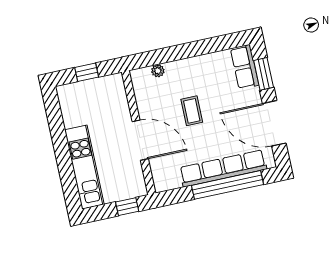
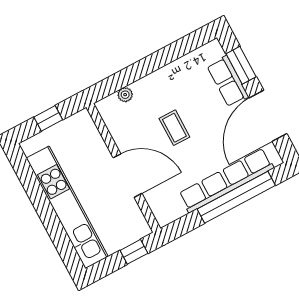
row of seats: (245, 67) -> (228, 81), moved
door: (274, 123) -> (268, 116), hinge flipped
kitchen unit: (84, 167) -> (67, 207), width x1.36

